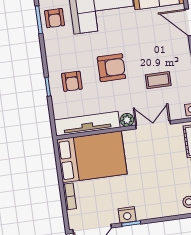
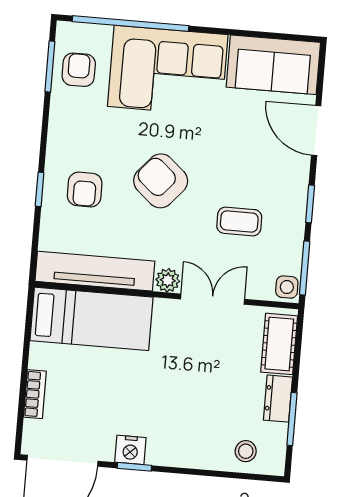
armchair: (55, 18) -> (79, 70), turned 180
armchair: (111, 68) -> (161, 181), turned -139
bed: (92, 157) -> (91, 319), width x0.67

